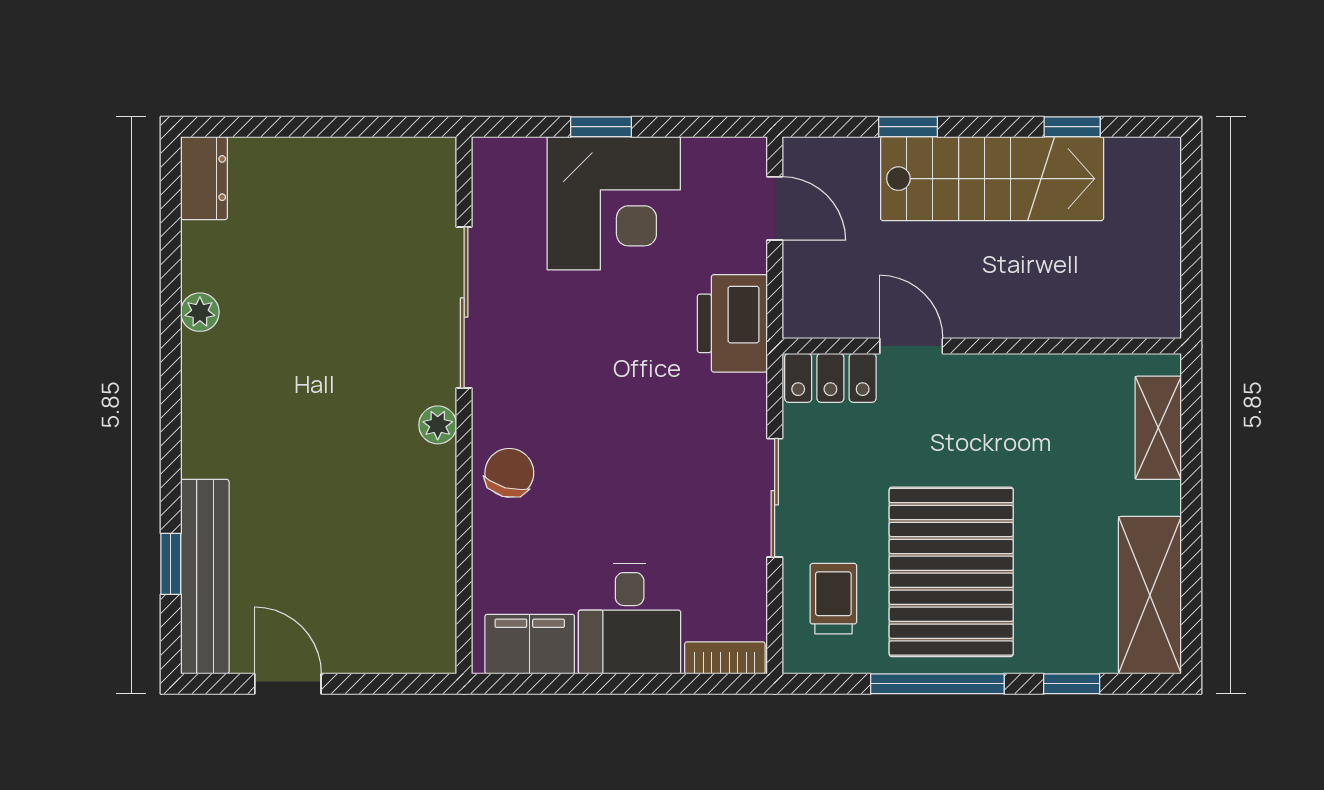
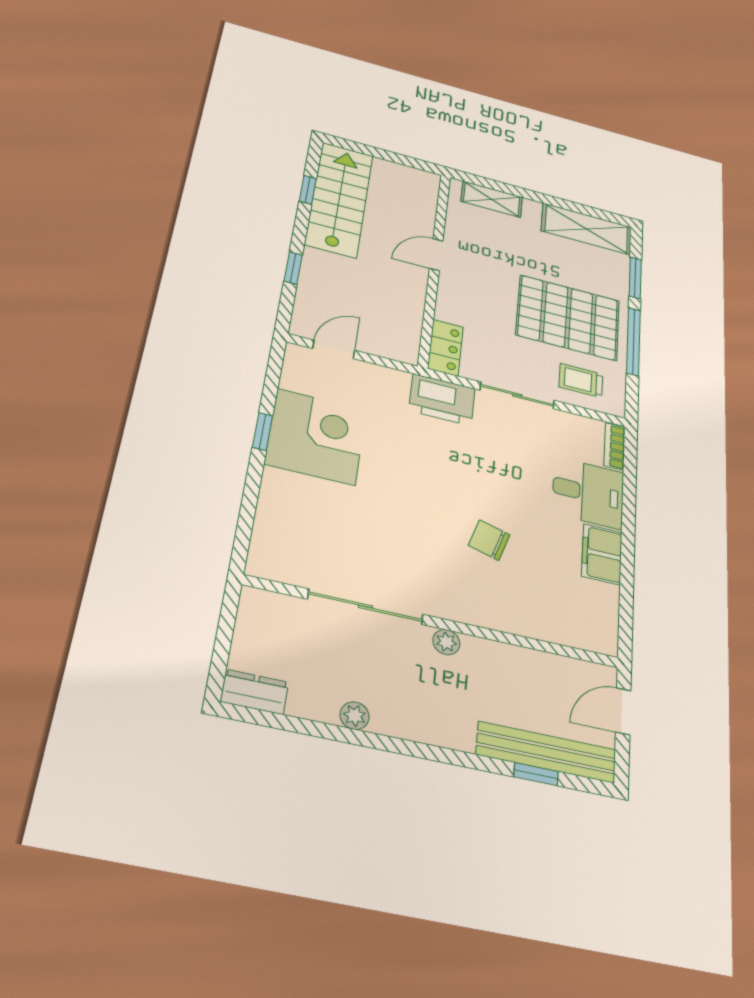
stairs: (992, 179) -> (339, 199), moved
sliding door: (464, 308) -> (365, 607), moved
printer: (732, 323) -> (442, 400), moved
door: (911, 346) -> (436, 255), moved
wall: (464, 405) -> (434, 622), moved
plant: (438, 425) -> (446, 642), moved
window: (1072, 684) -> (635, 278), width x1.50

